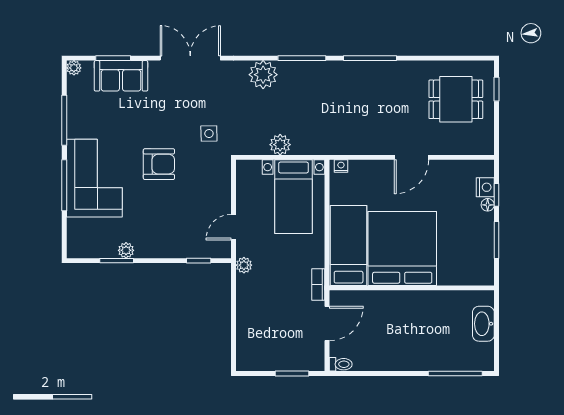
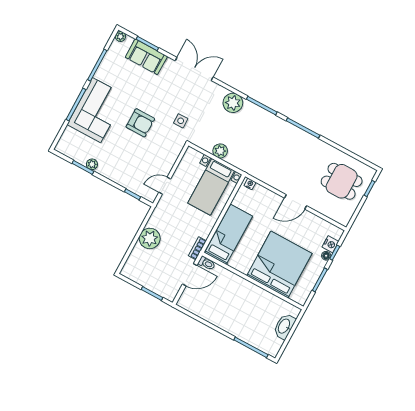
bed: (402, 248) -> (279, 265), moved
plant: (244, 265) -> (150, 238), moved, width x1.88, depth x1.88
toilet: (341, 364) -> (207, 263), moved

